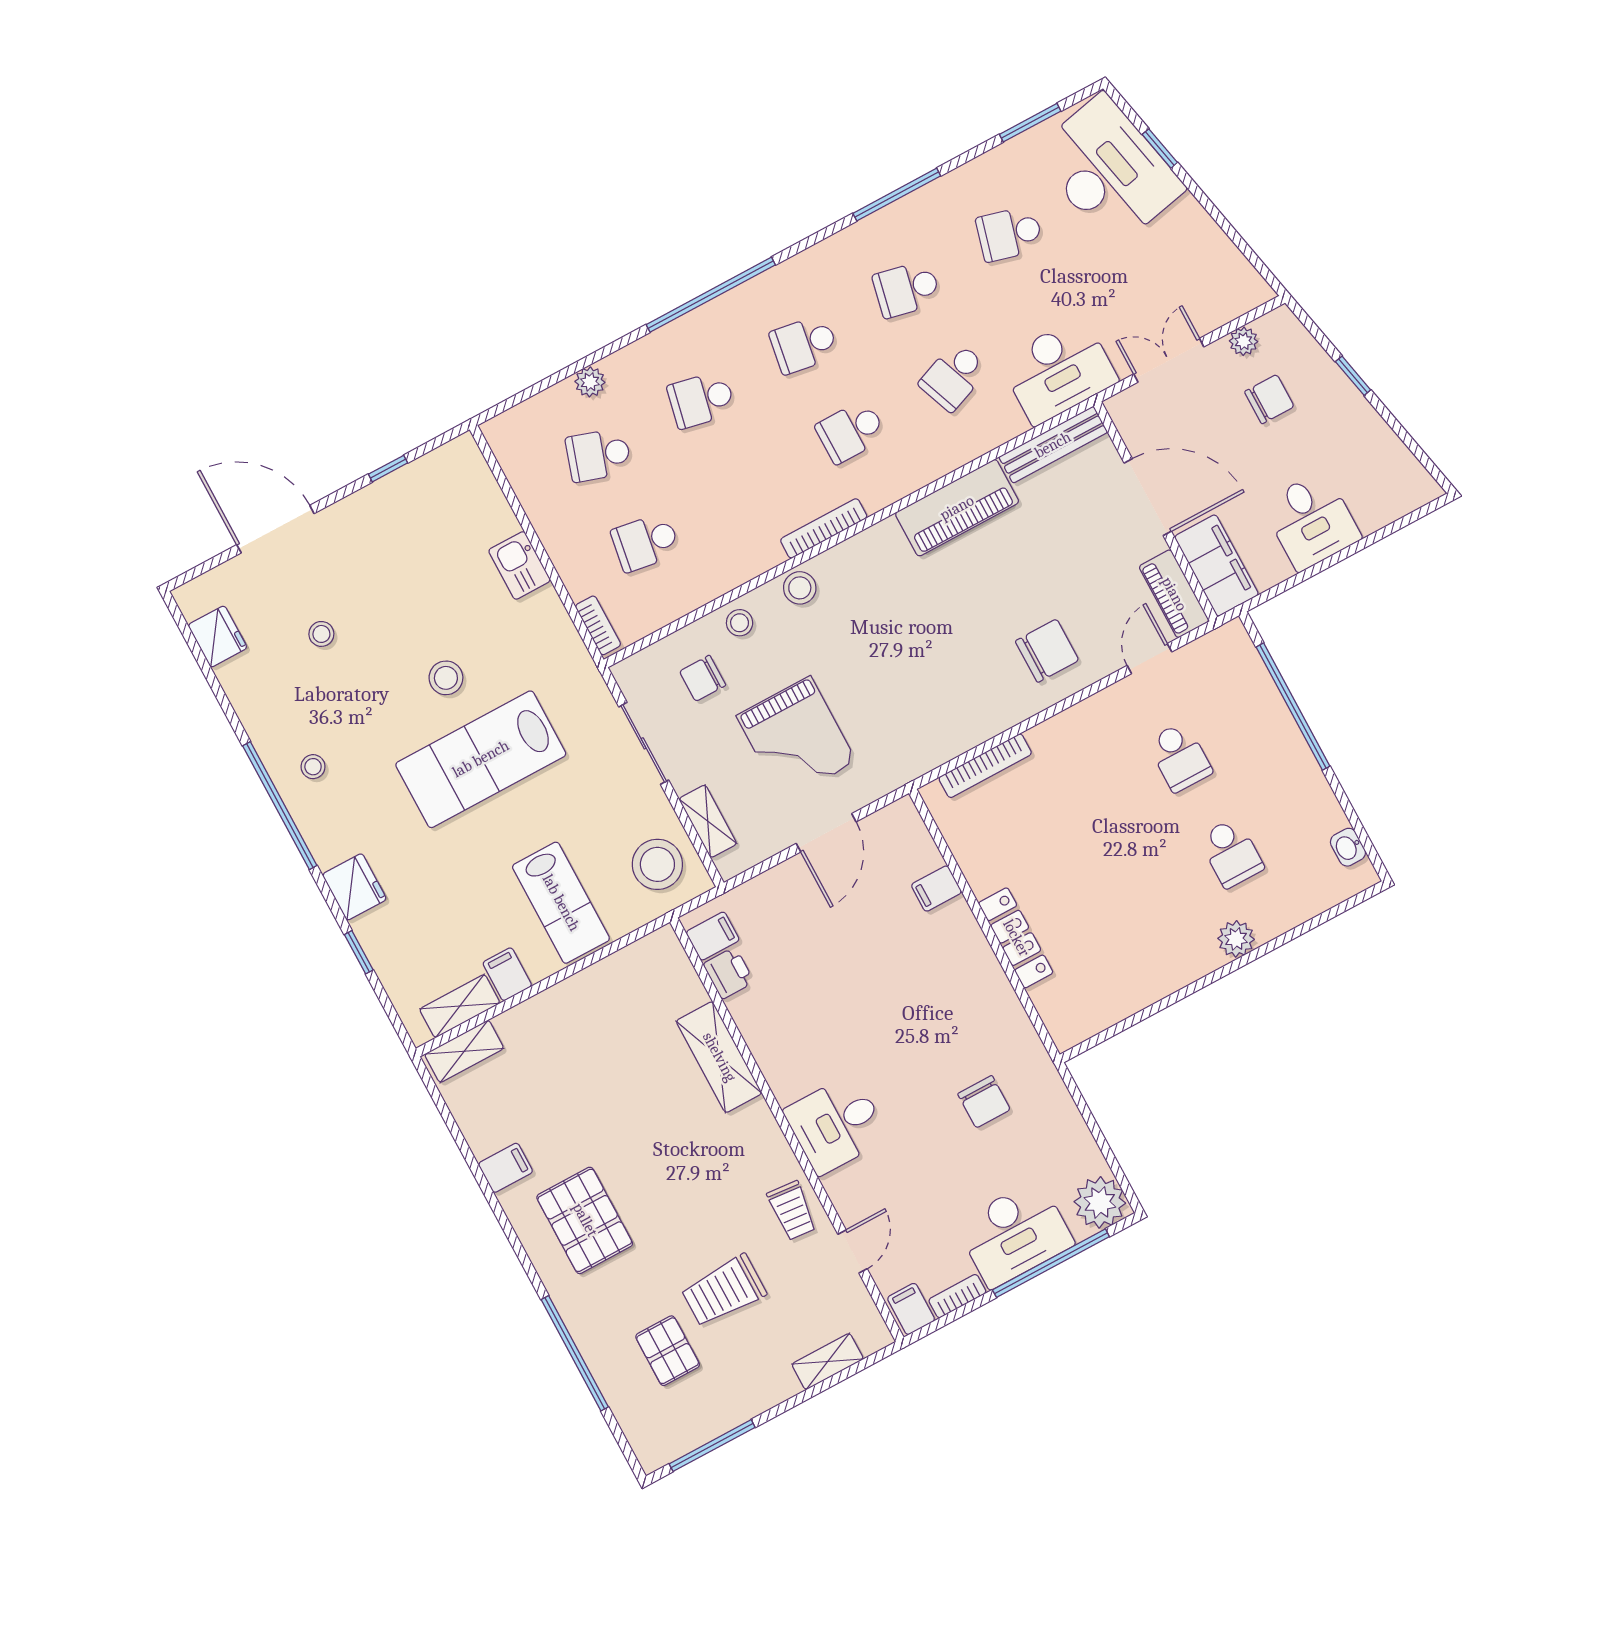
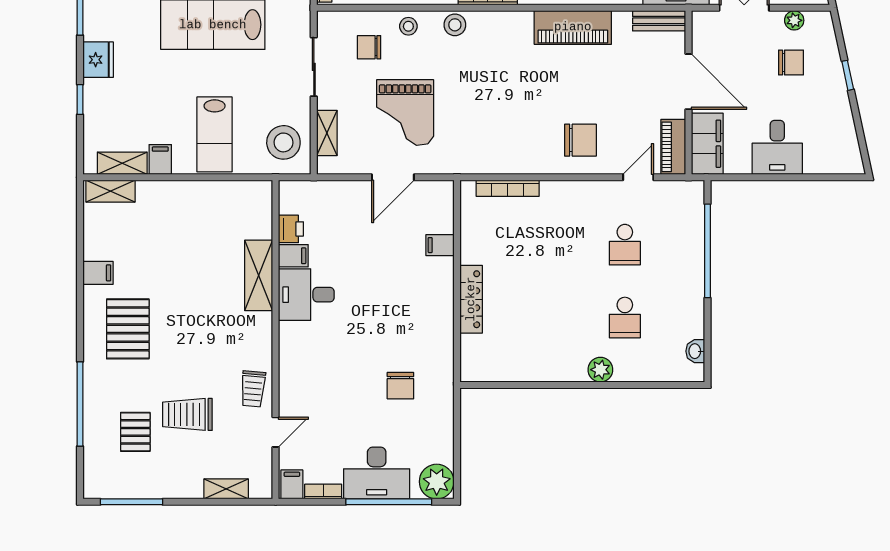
bench: (1053, 445) -> (659, 21), width x0.73
filing cabinet: (713, 936) -> (293, 256), moved
desk: (836, 1124) -> (306, 295), moved

